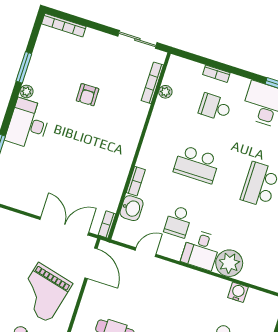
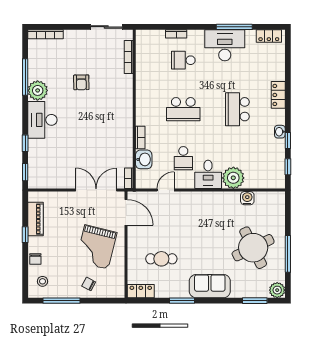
window: (24, 67) -> (25, 77), width x1.44
plant: (26, 91) -> (38, 90), width x1.87, depth x1.87
plant: (165, 92) -> (141, 61), removed

